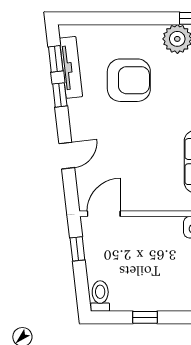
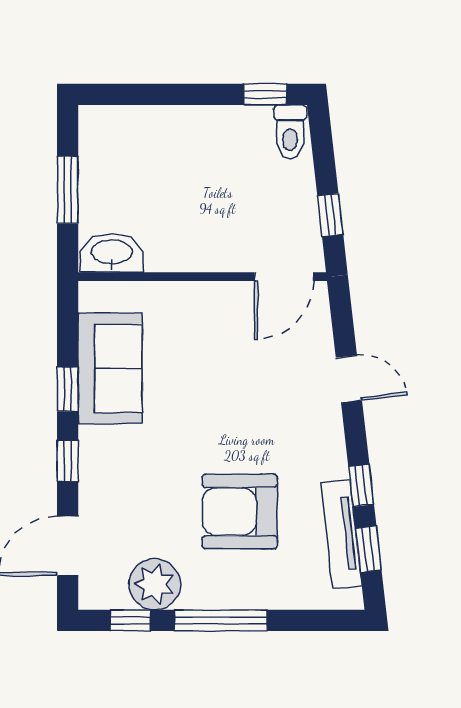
window: (140, 18) -> (221, 620), added
door: (67, 156) -> (349, 379), swing flipped
window: (145, 317) -> (265, 94), moved

